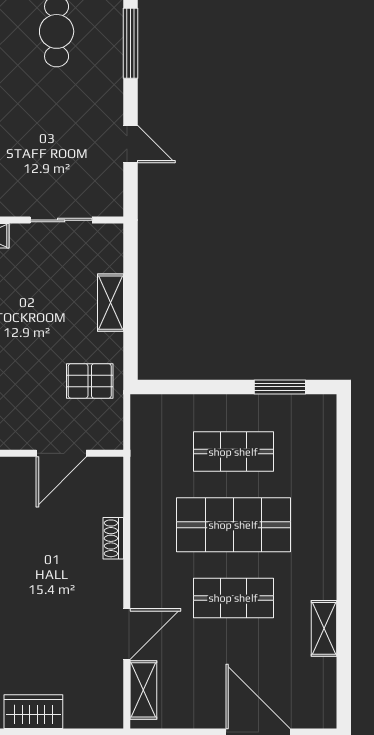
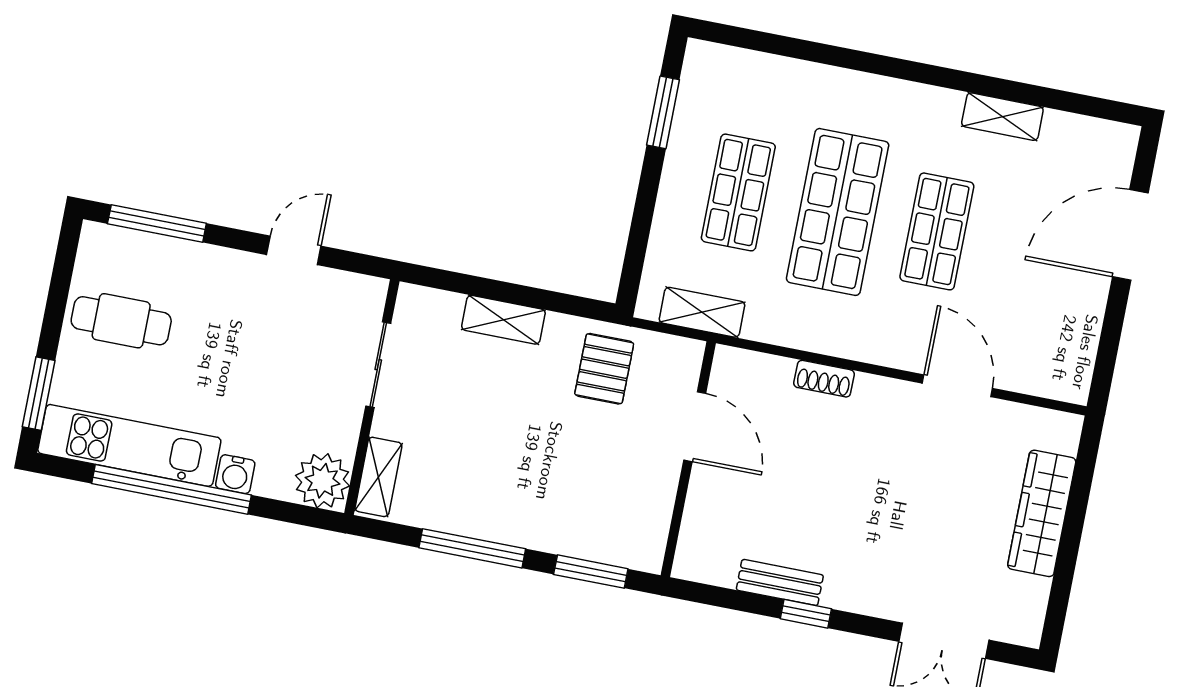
shelving: (143, 690) -> (702, 312), moved
wardrobe: (33, 712) -> (1042, 513), width x1.50

